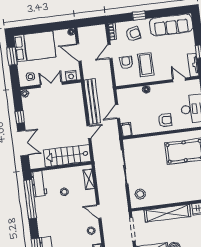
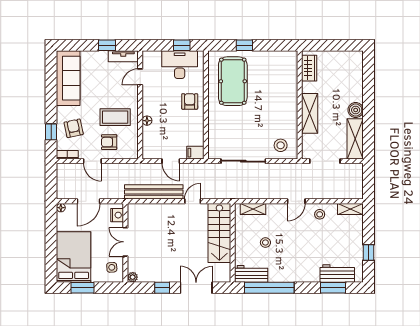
window: (139, 16) -> (51, 132), moved
door: (89, 132) -> (193, 201), hinge flipped
shelving: (167, 213) -> (310, 113), width x0.68

